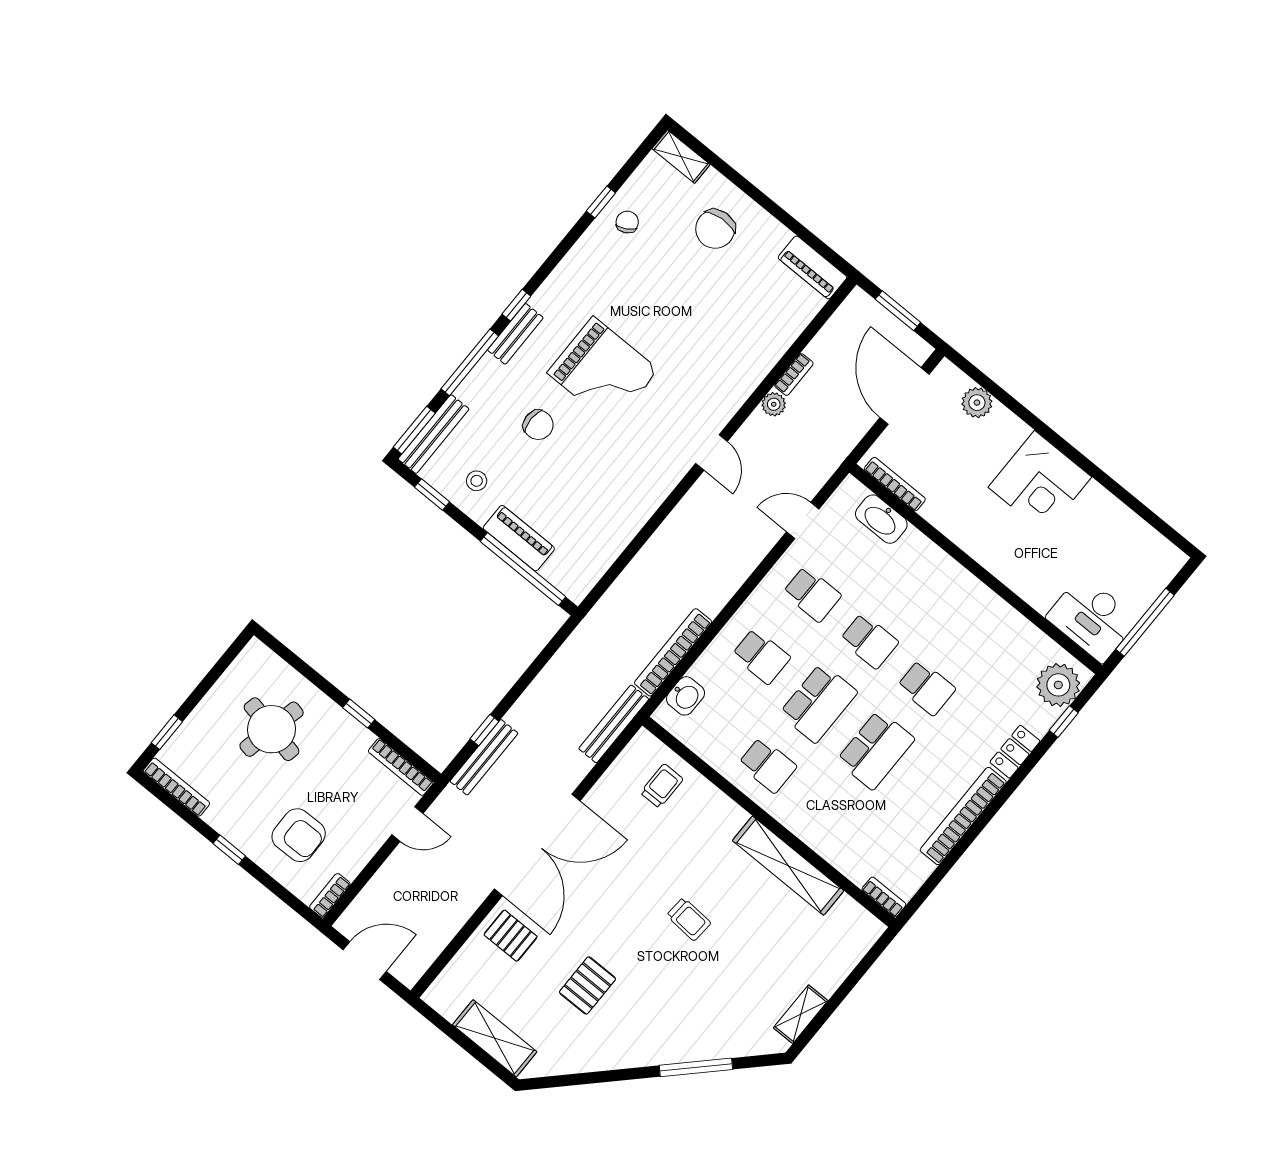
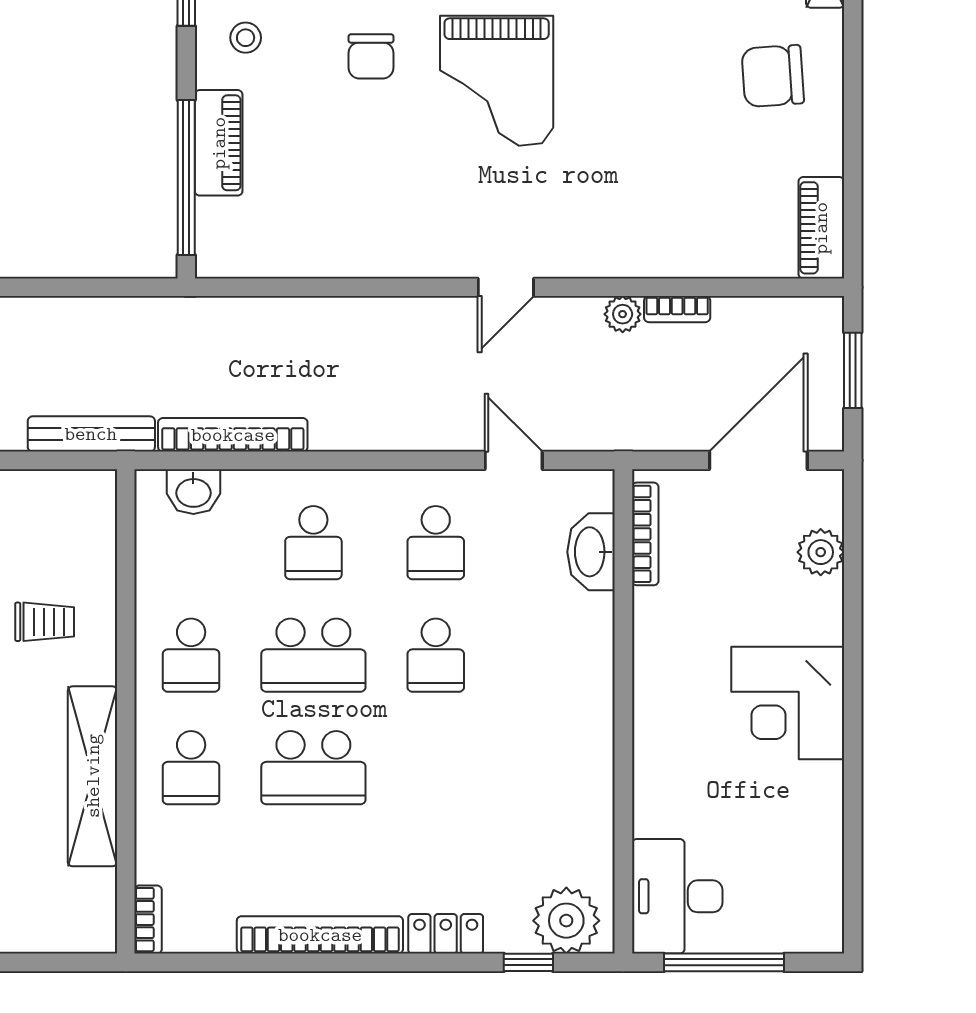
school desk: (926, 688) -> (191, 768), moved
trolley: (662, 786) -> (45, 622), moved

